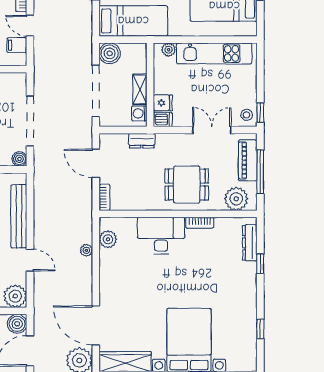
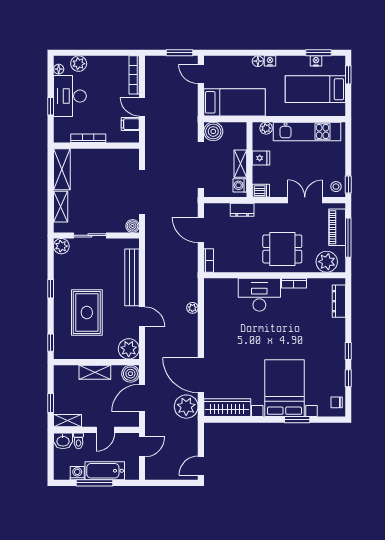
fridge: (163, 103) -> (261, 158), moved
plant: (108, 239) -> (212, 298), removed
window: (260, 264) -> (348, 351), moved
chair: (247, 356) -> (337, 402), added

